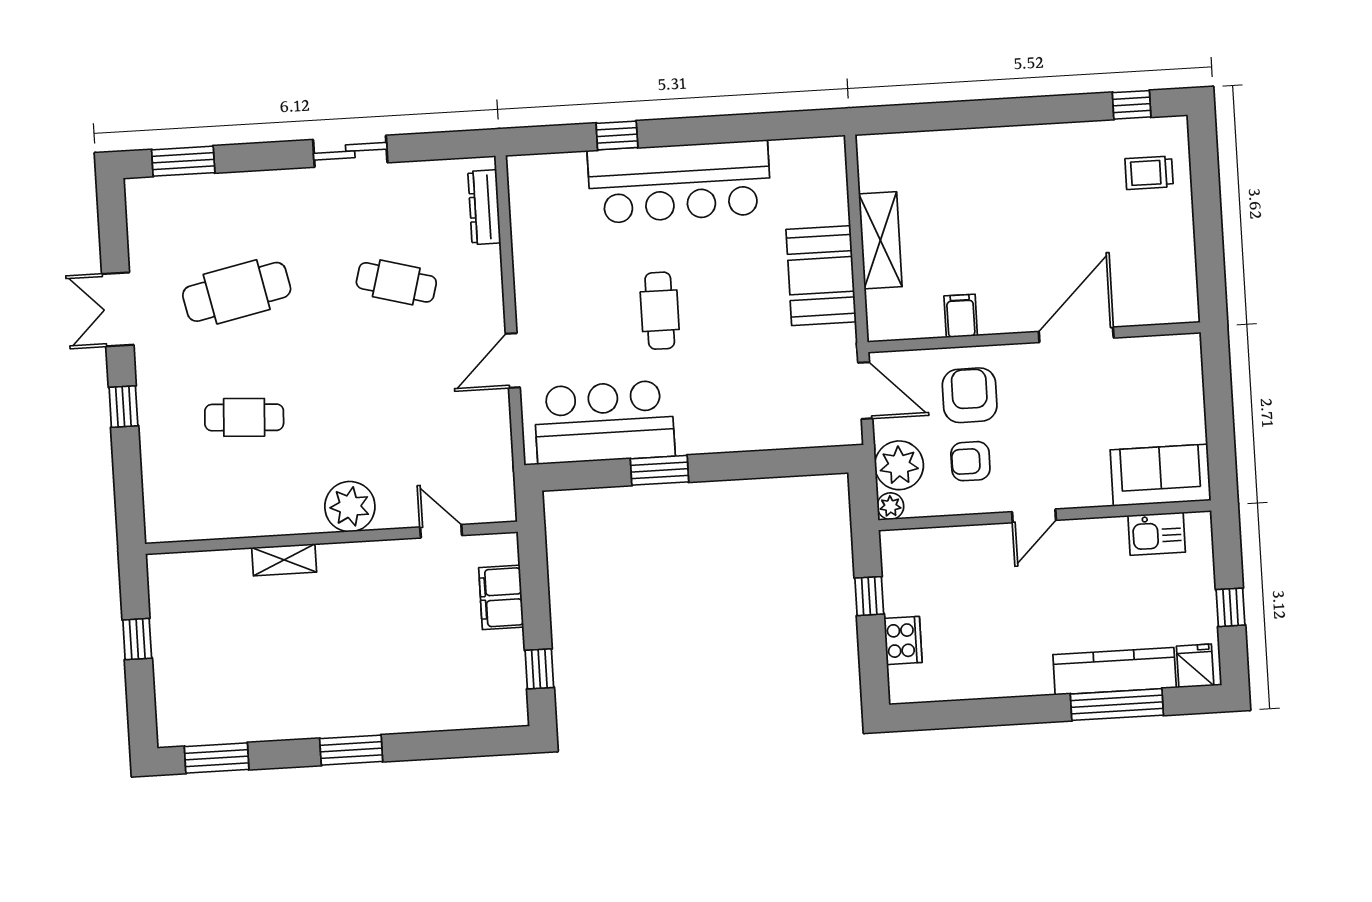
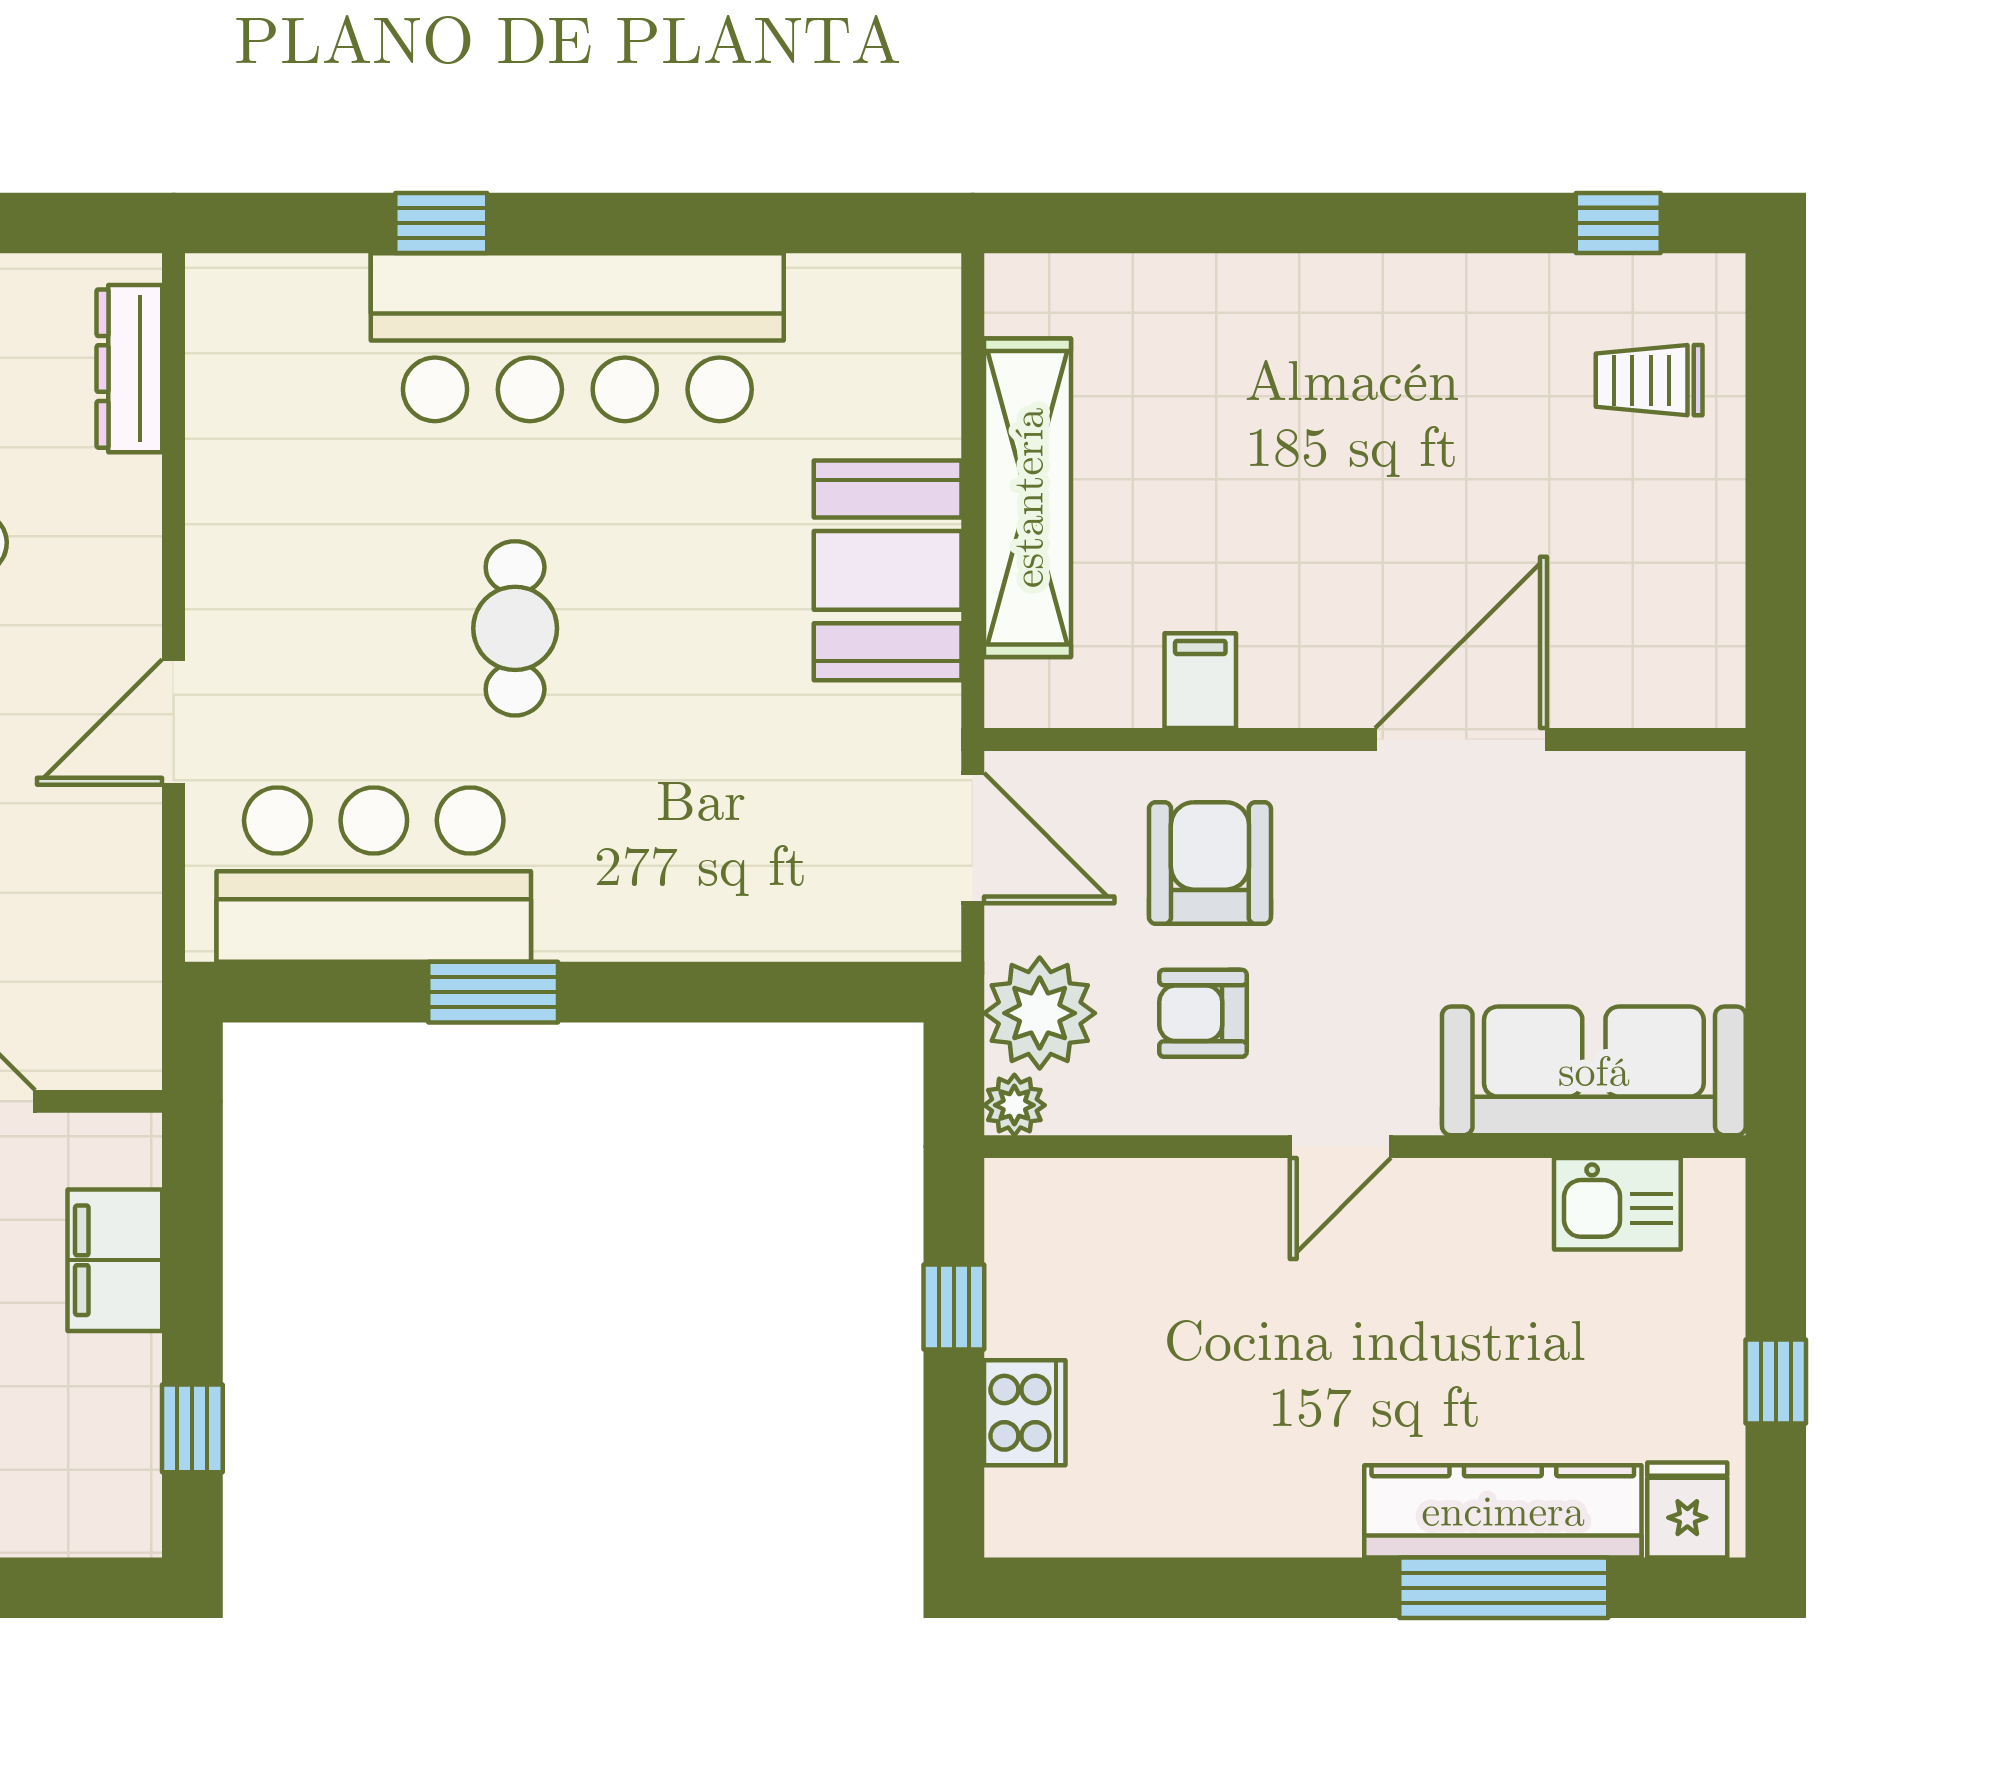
shelving: (880, 240) -> (1028, 498), width x1.47
sofa: (1160, 475) -> (1594, 1071), width x1.36

